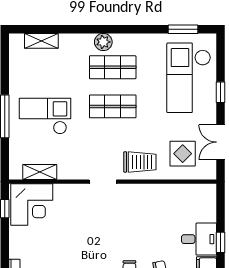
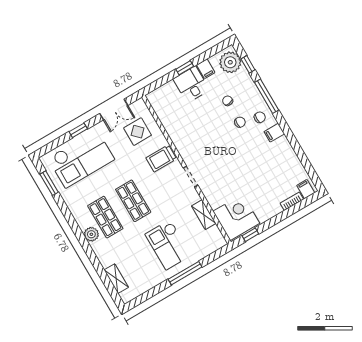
trolley: (140, 162) -> (161, 158), turned -90
shelving: (40, 172) -> (204, 215), moved

